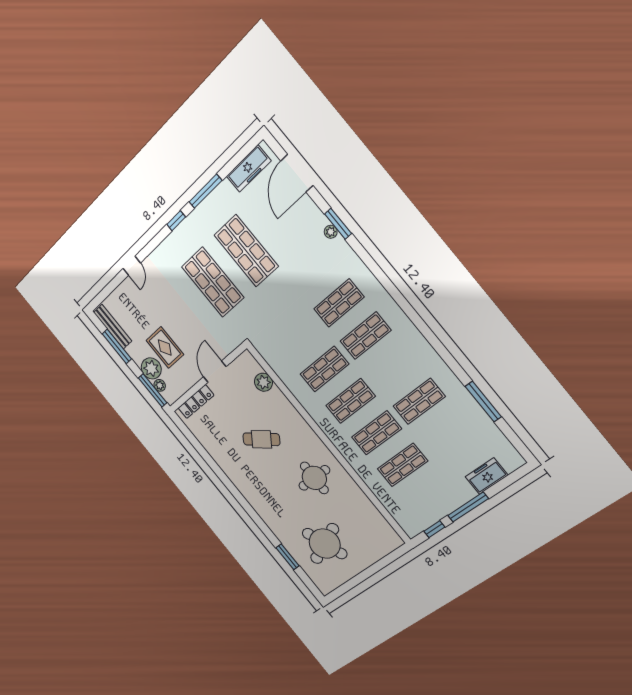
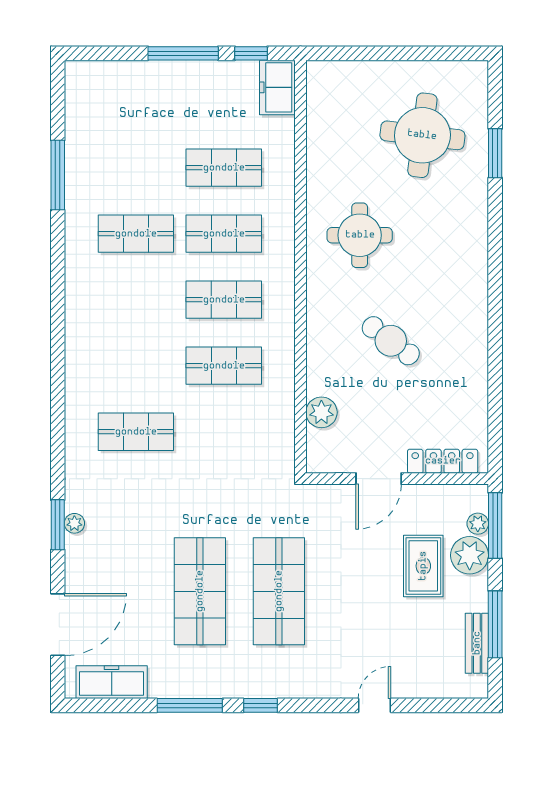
bench: (113, 327) -> (477, 643), width x0.73
shop shelf: (366, 336) -> (136, 366), removed
freezer: (487, 476) -> (277, 87), moved, turned 90
round table: (325, 544) -> (422, 135), turned 30

